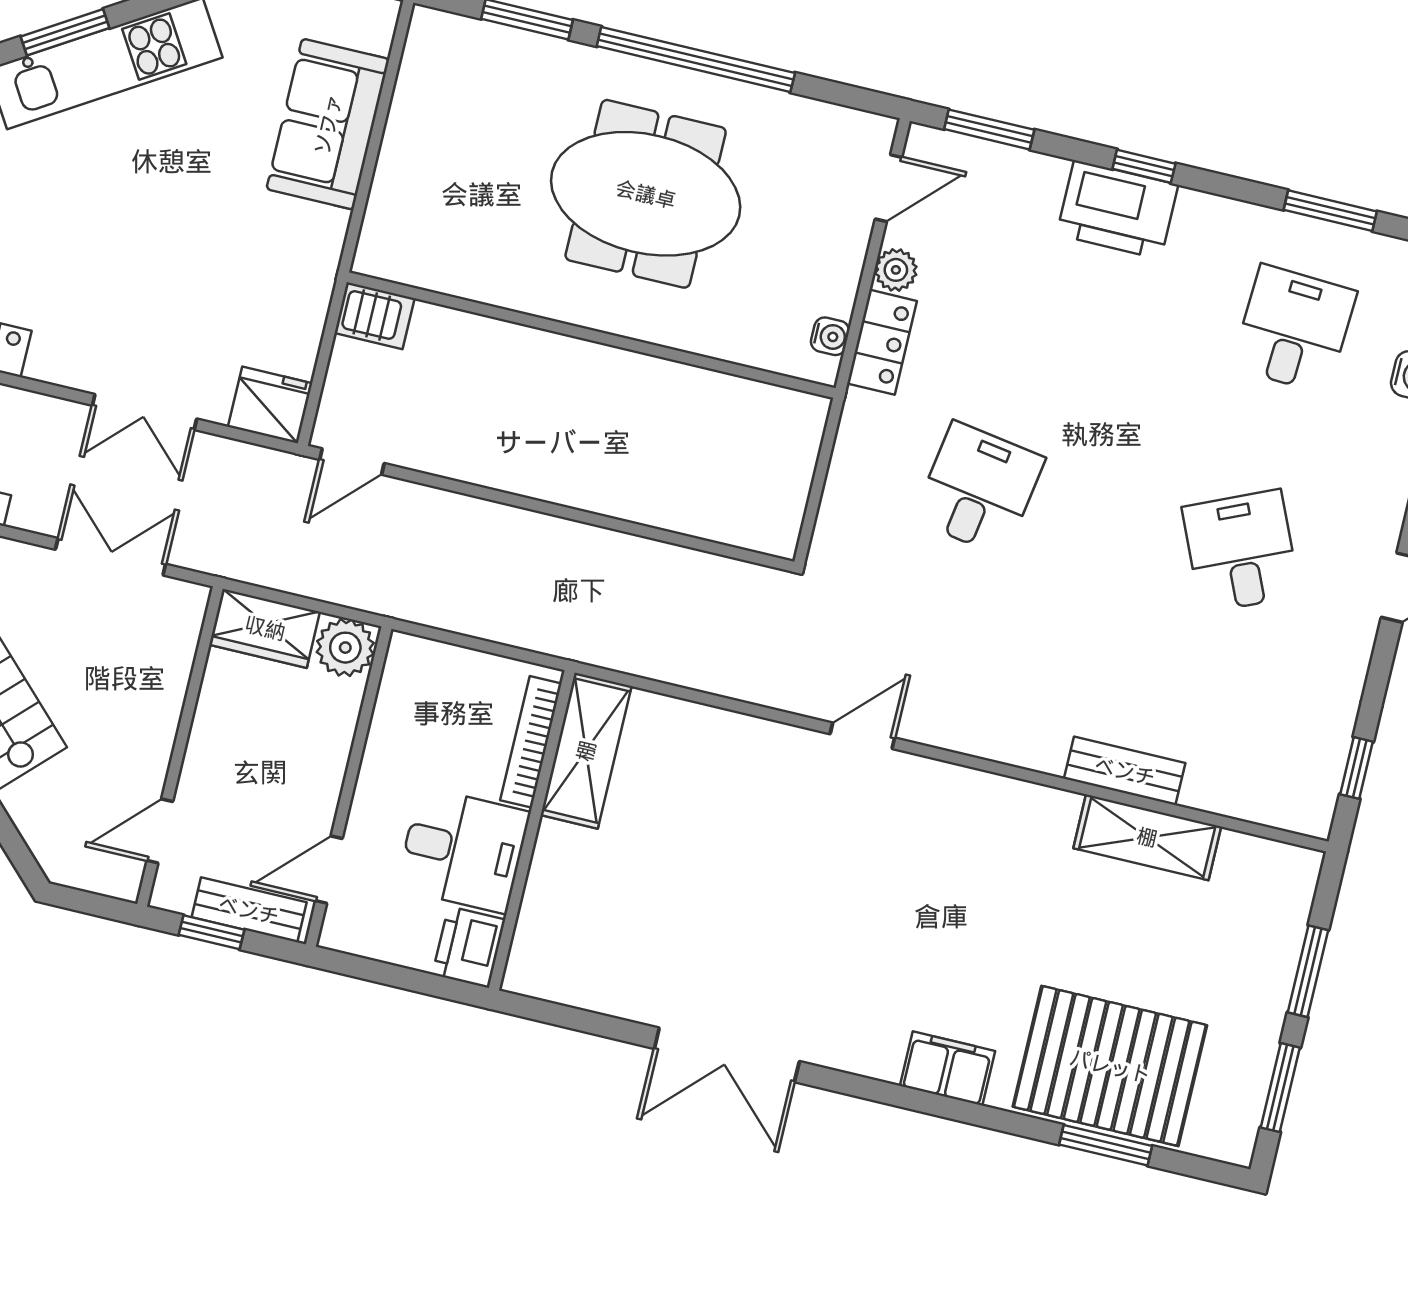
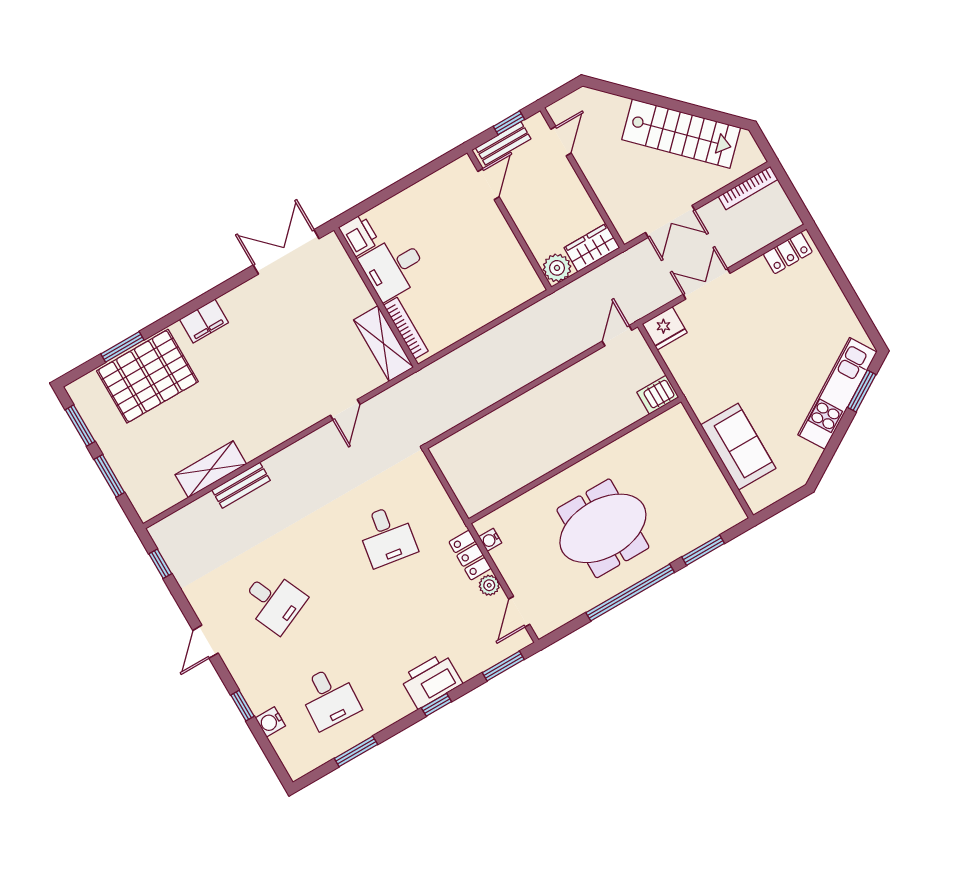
bookcase: (531, 742) -> (406, 328), moved
shelving: (586, 751) -> (383, 344), moved
wall: (532, 830) -> (376, 297), moved
desk: (463, 850) -> (393, 267), moved
printer: (469, 947) -> (359, 235), moved

